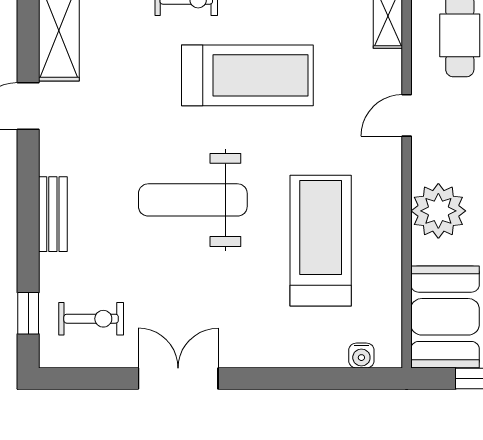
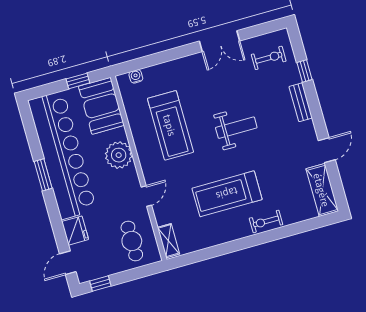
weight bench: (193, 200) -> (236, 128), width x0.73, depth x0.75
window: (28, 313) -> (305, 71), moved
exercise bike: (91, 319) -> (269, 58), turned 180

